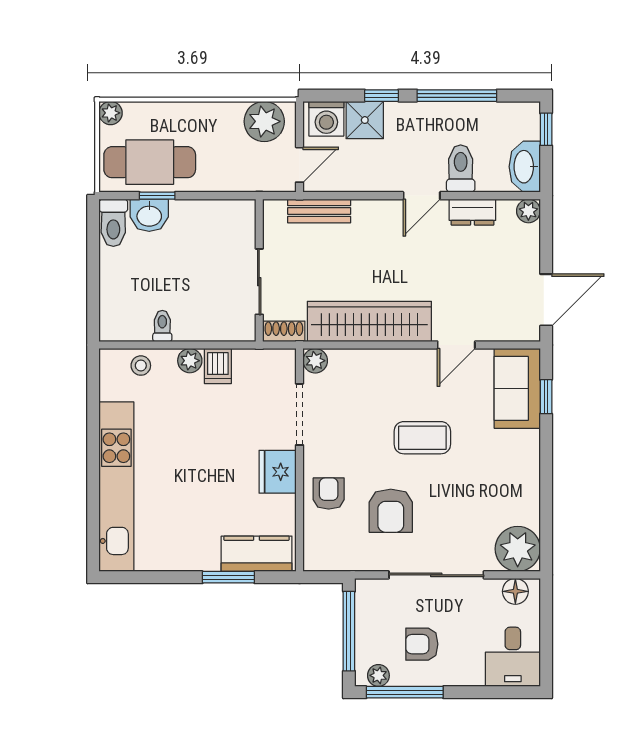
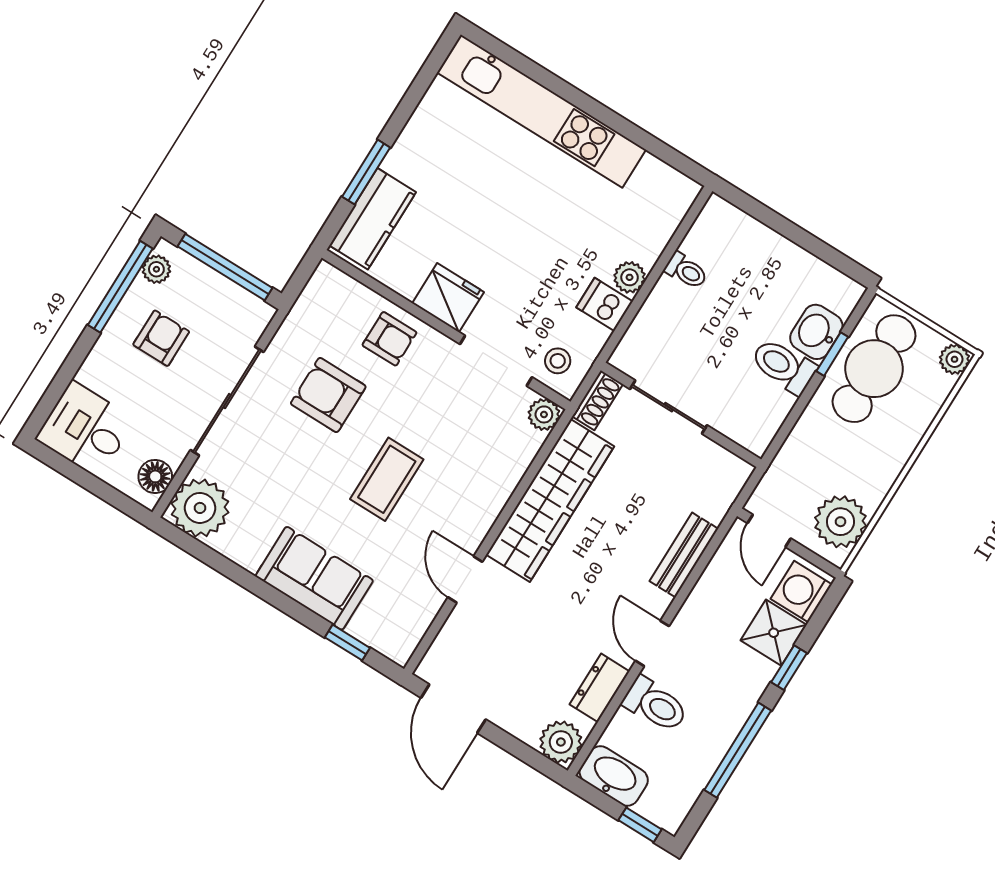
bench: (319, 211) -> (684, 555), moved
plant: (528, 211) -> (561, 742), width x1.38, depth x1.38
toilet: (113, 223) -> (784, 366), moved
stool: (141, 366) -> (558, 361), moved
sofa: (517, 388) -> (314, 578), moved

